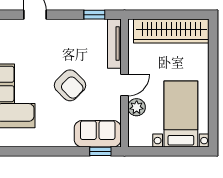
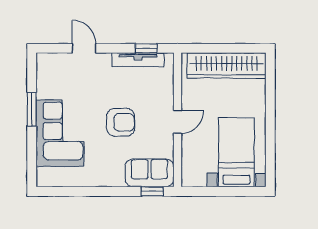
tv unit: (114, 44) -> (138, 60), moved, turned -90
armchair: (70, 85) -> (121, 122), turned -45
plant: (137, 107) -> (190, 145), removed

